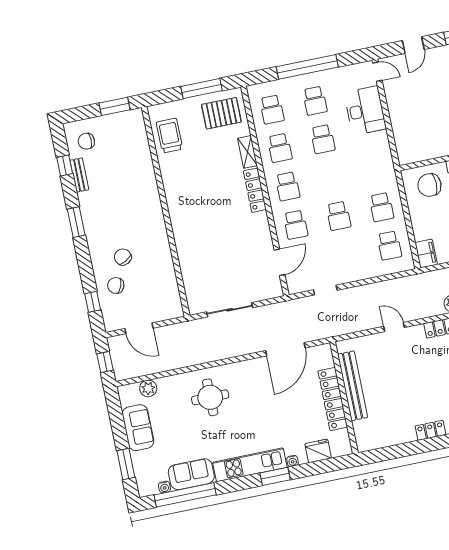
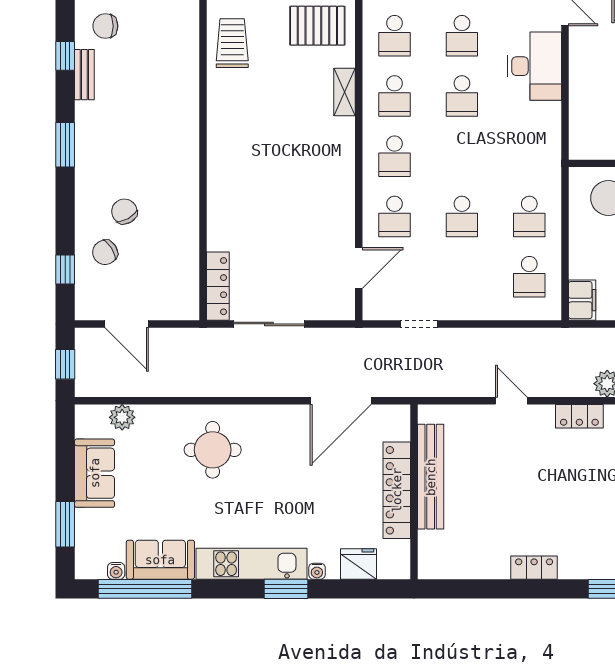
locker: (255, 190) -> (218, 286), moved, turned 180
chair: (116, 285) -> (105, 252), turned -53

